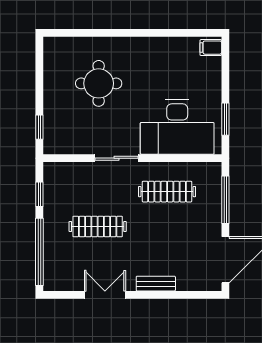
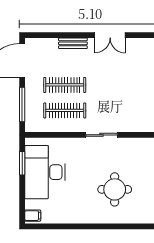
desk: (177, 127) -> (45, 172), moved, turned -90
clothes rail: (98, 226) -> (65, 85), moved

